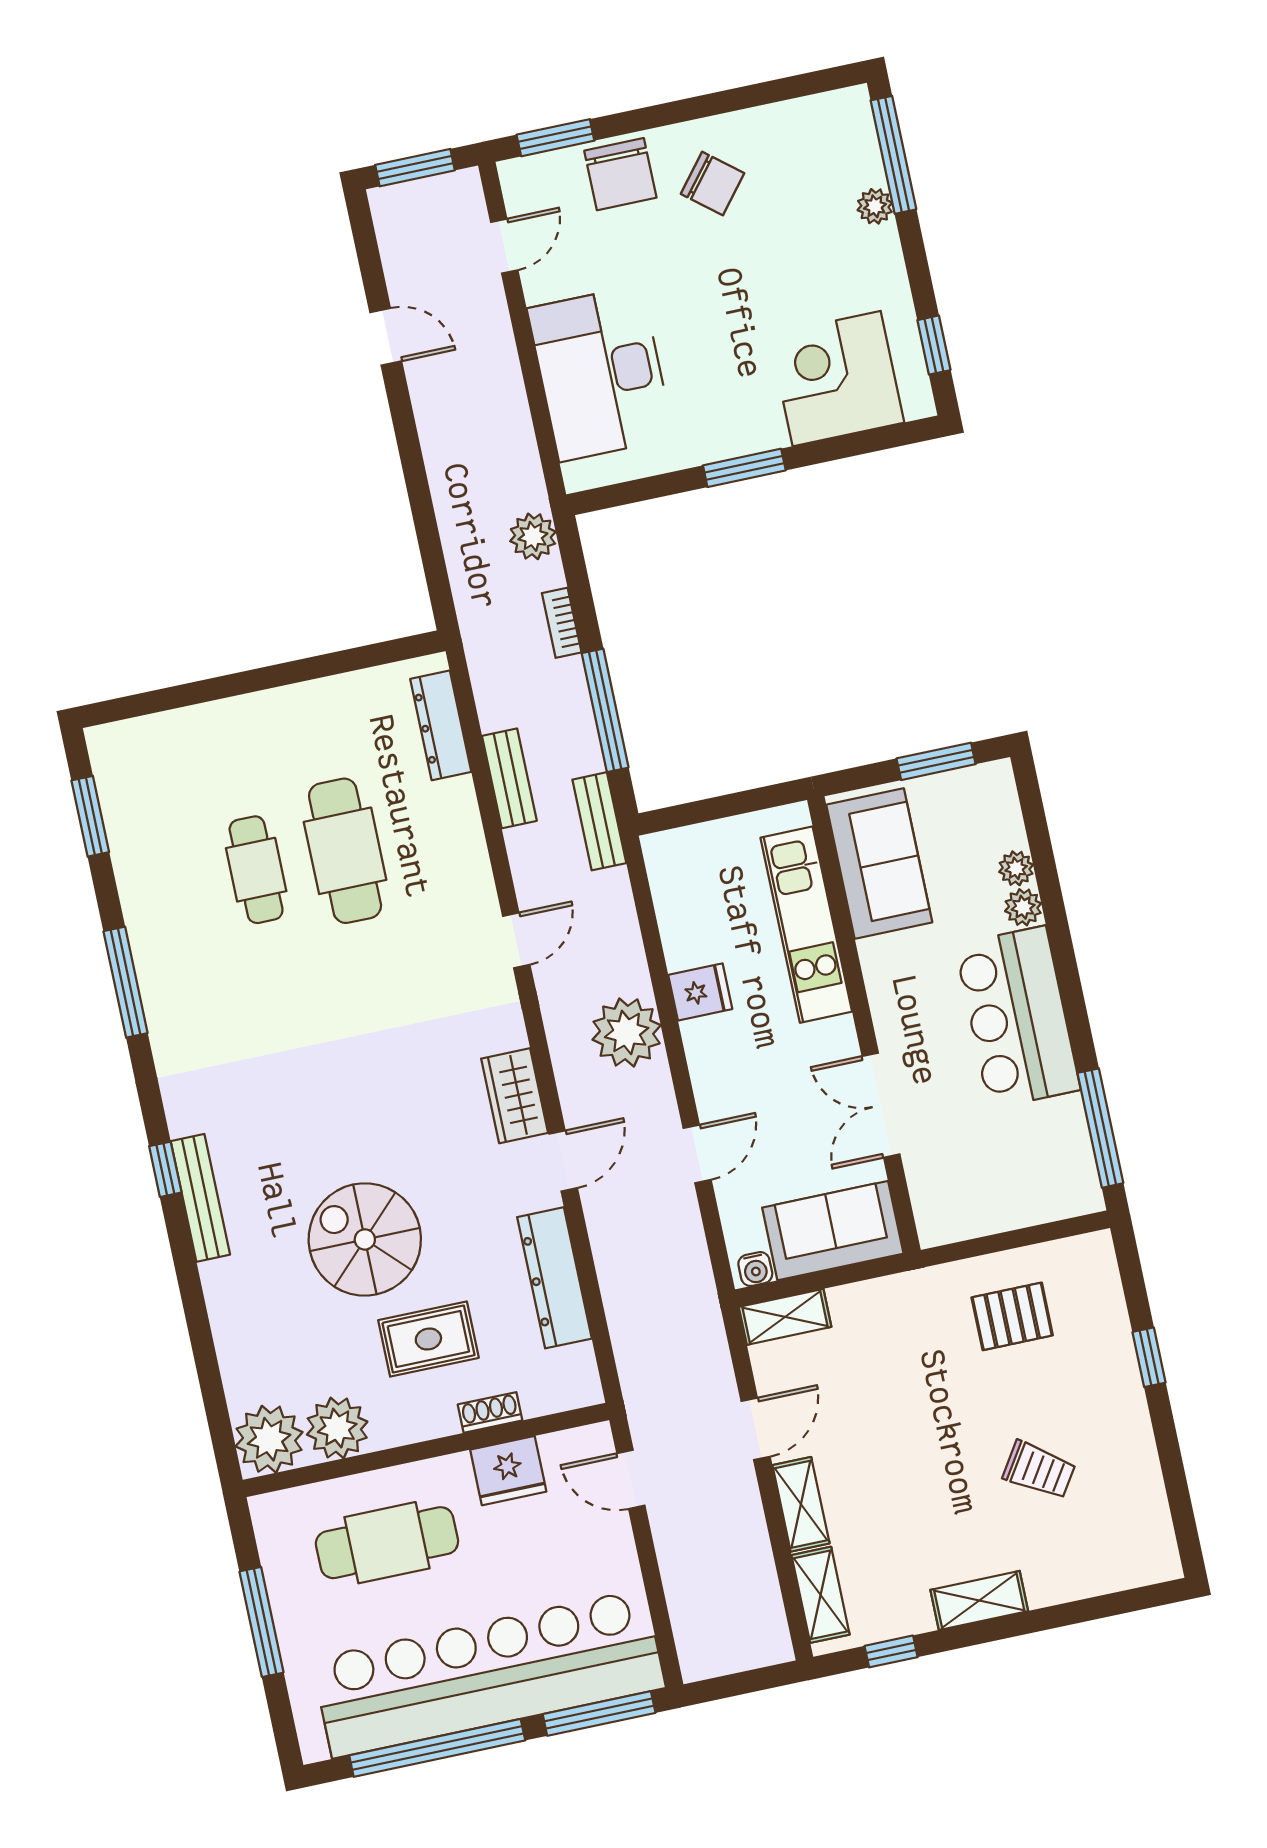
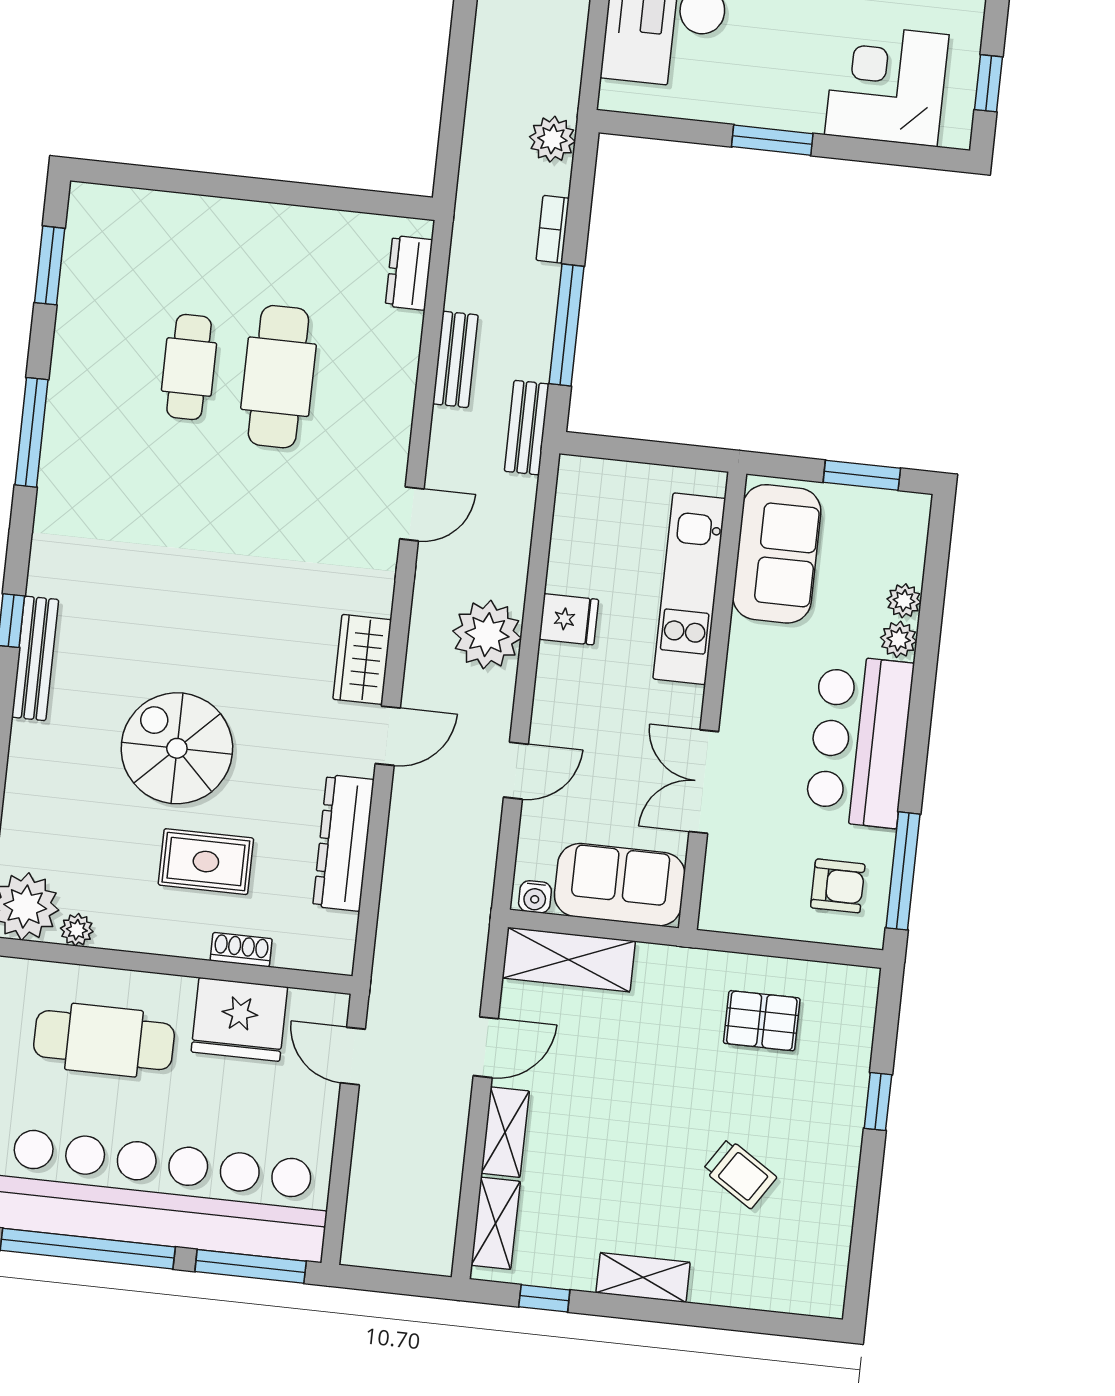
dresser: (441, 725) -> (409, 273), width x0.70
armchair: (1043, 1163) -> (838, 886), added
shelving: (785, 1317) -> (569, 960), width x1.50, depth x1.33
plant: (337, 1428) -> (77, 930), width x0.53, depth x0.53
fridge: (508, 1471) -> (239, 1019), width x1.36, depth x1.34

